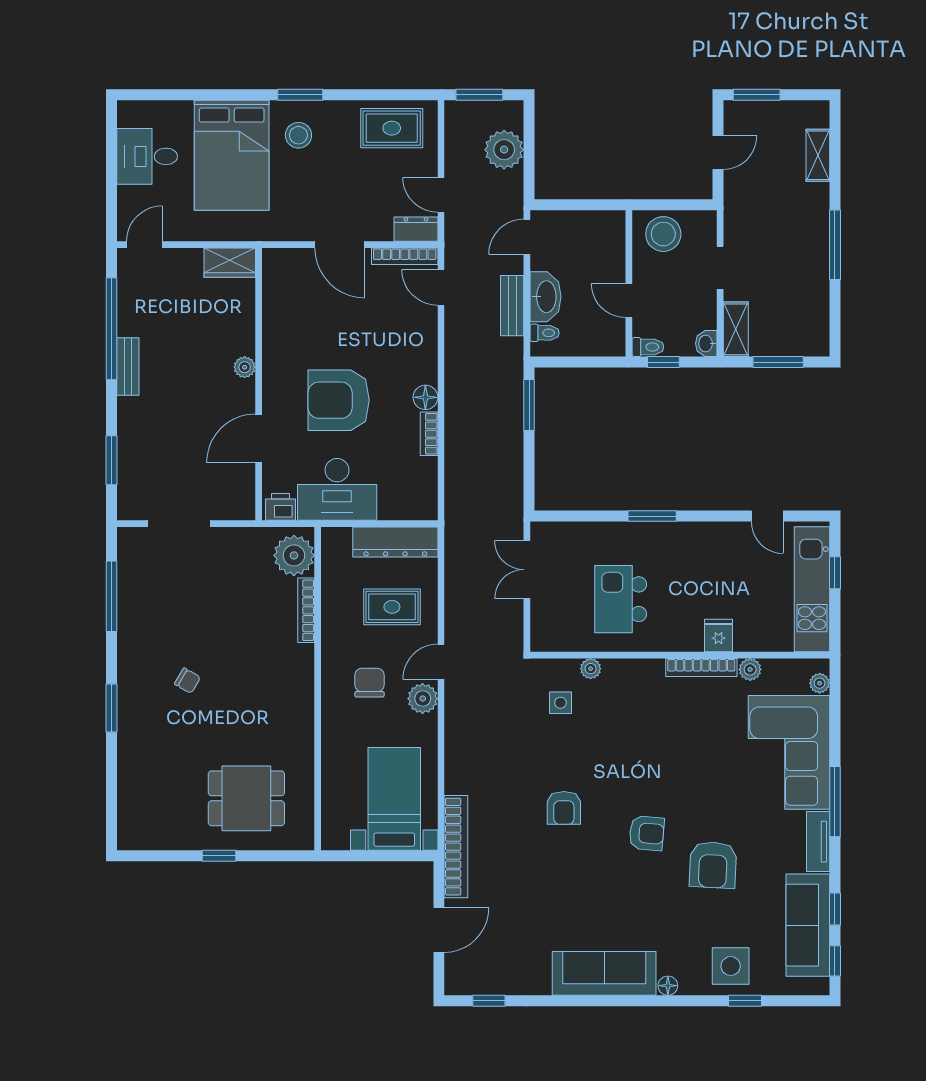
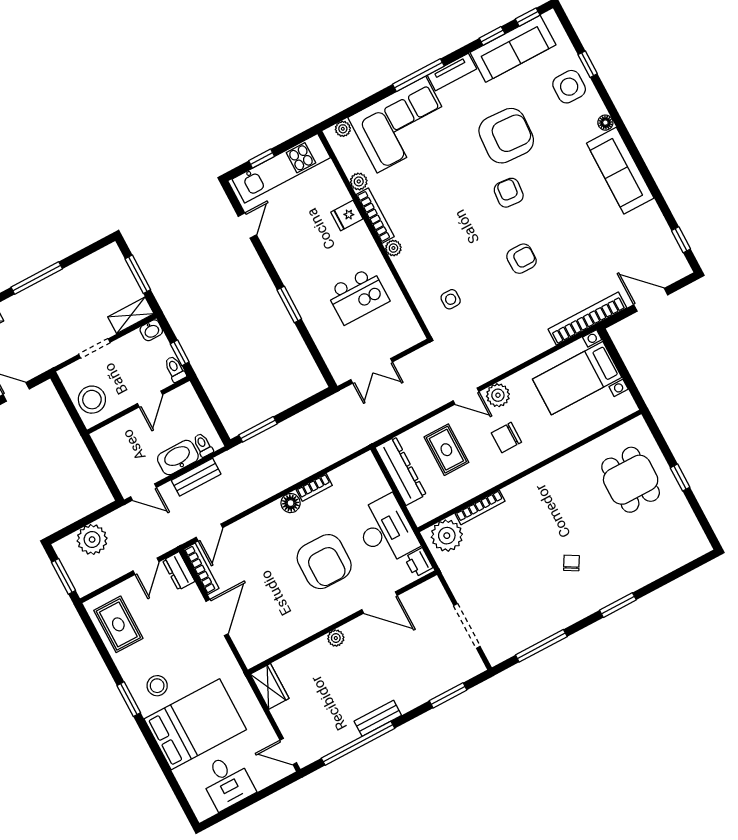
plant: (591, 669) -> (393, 248), moved
armchair: (713, 865) -> (506, 136), width x1.36, depth x1.36

